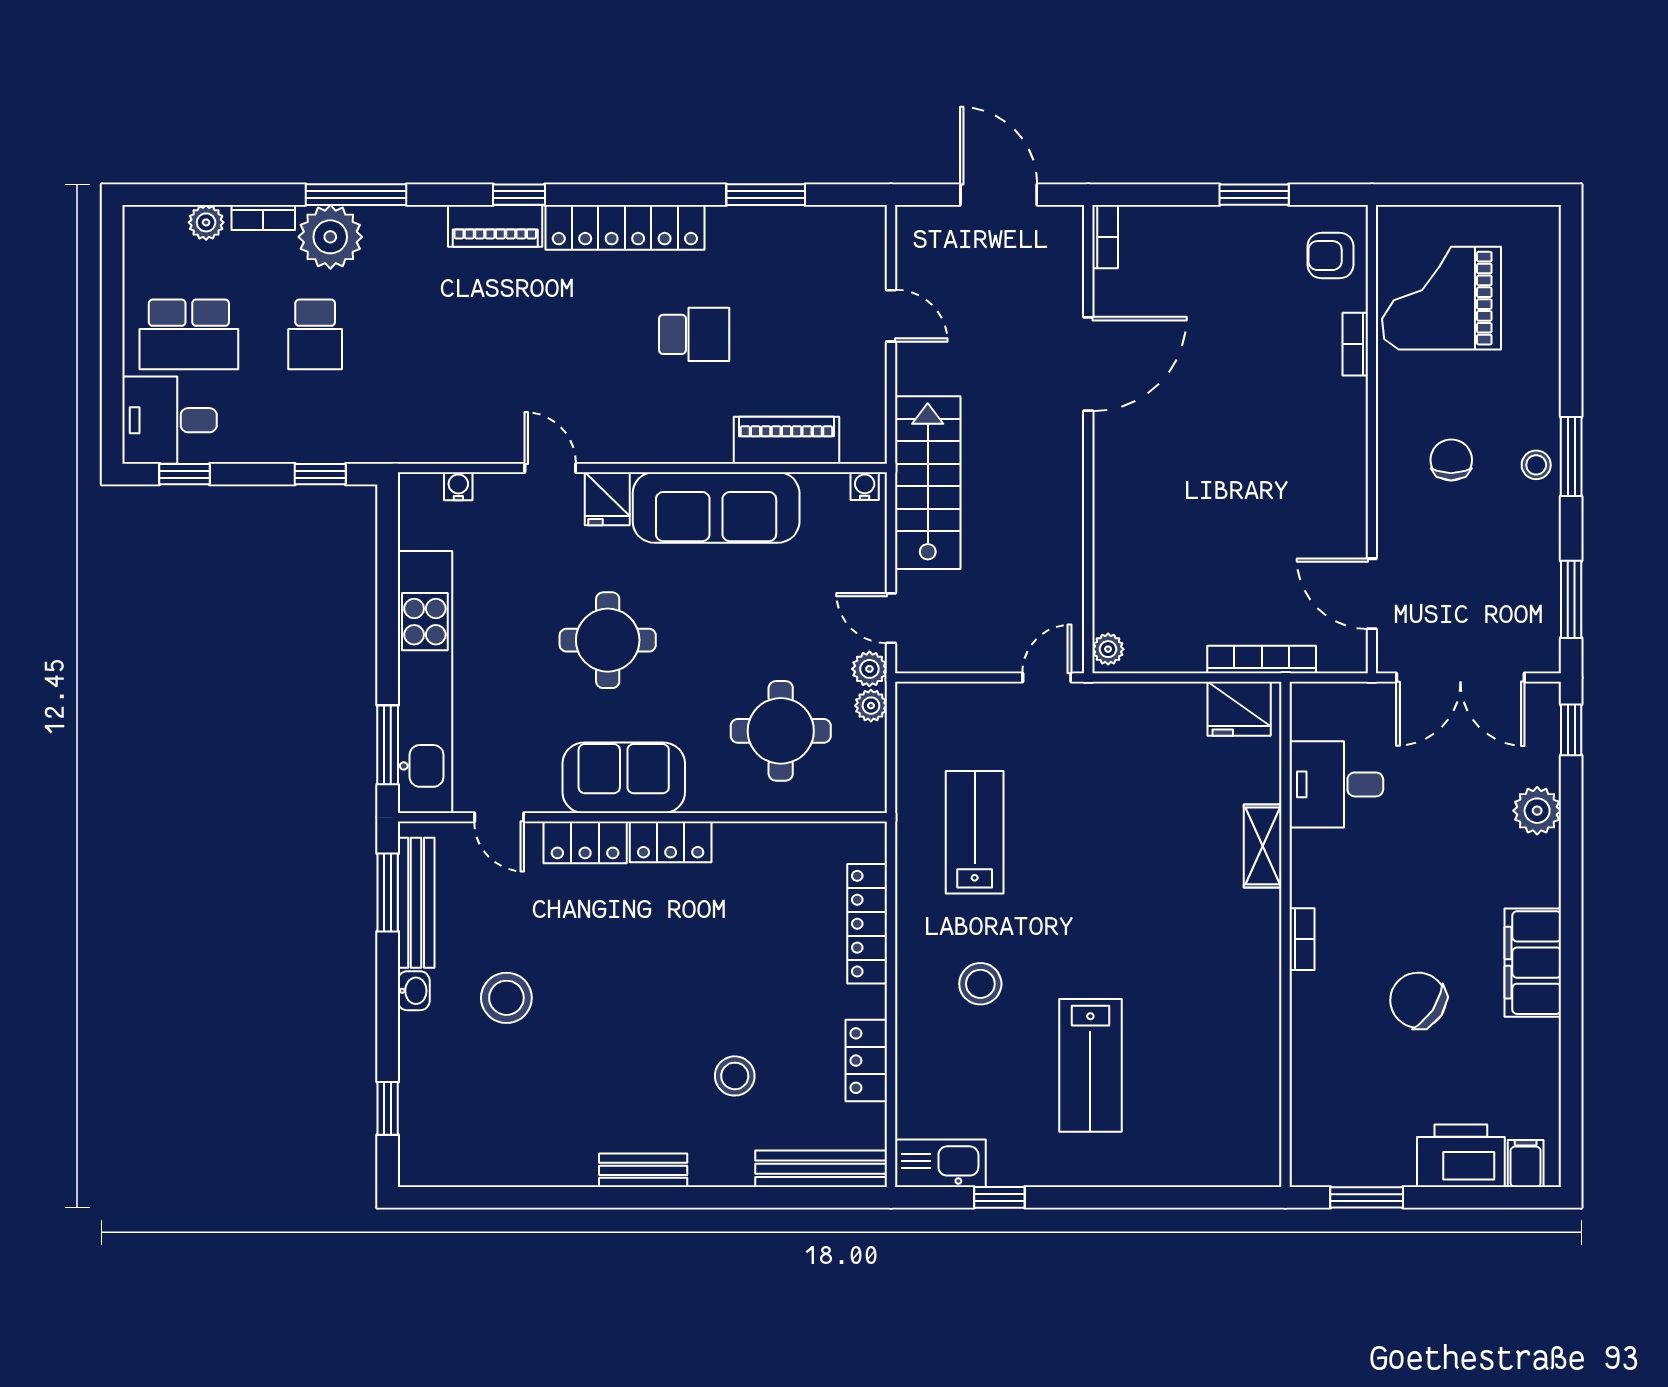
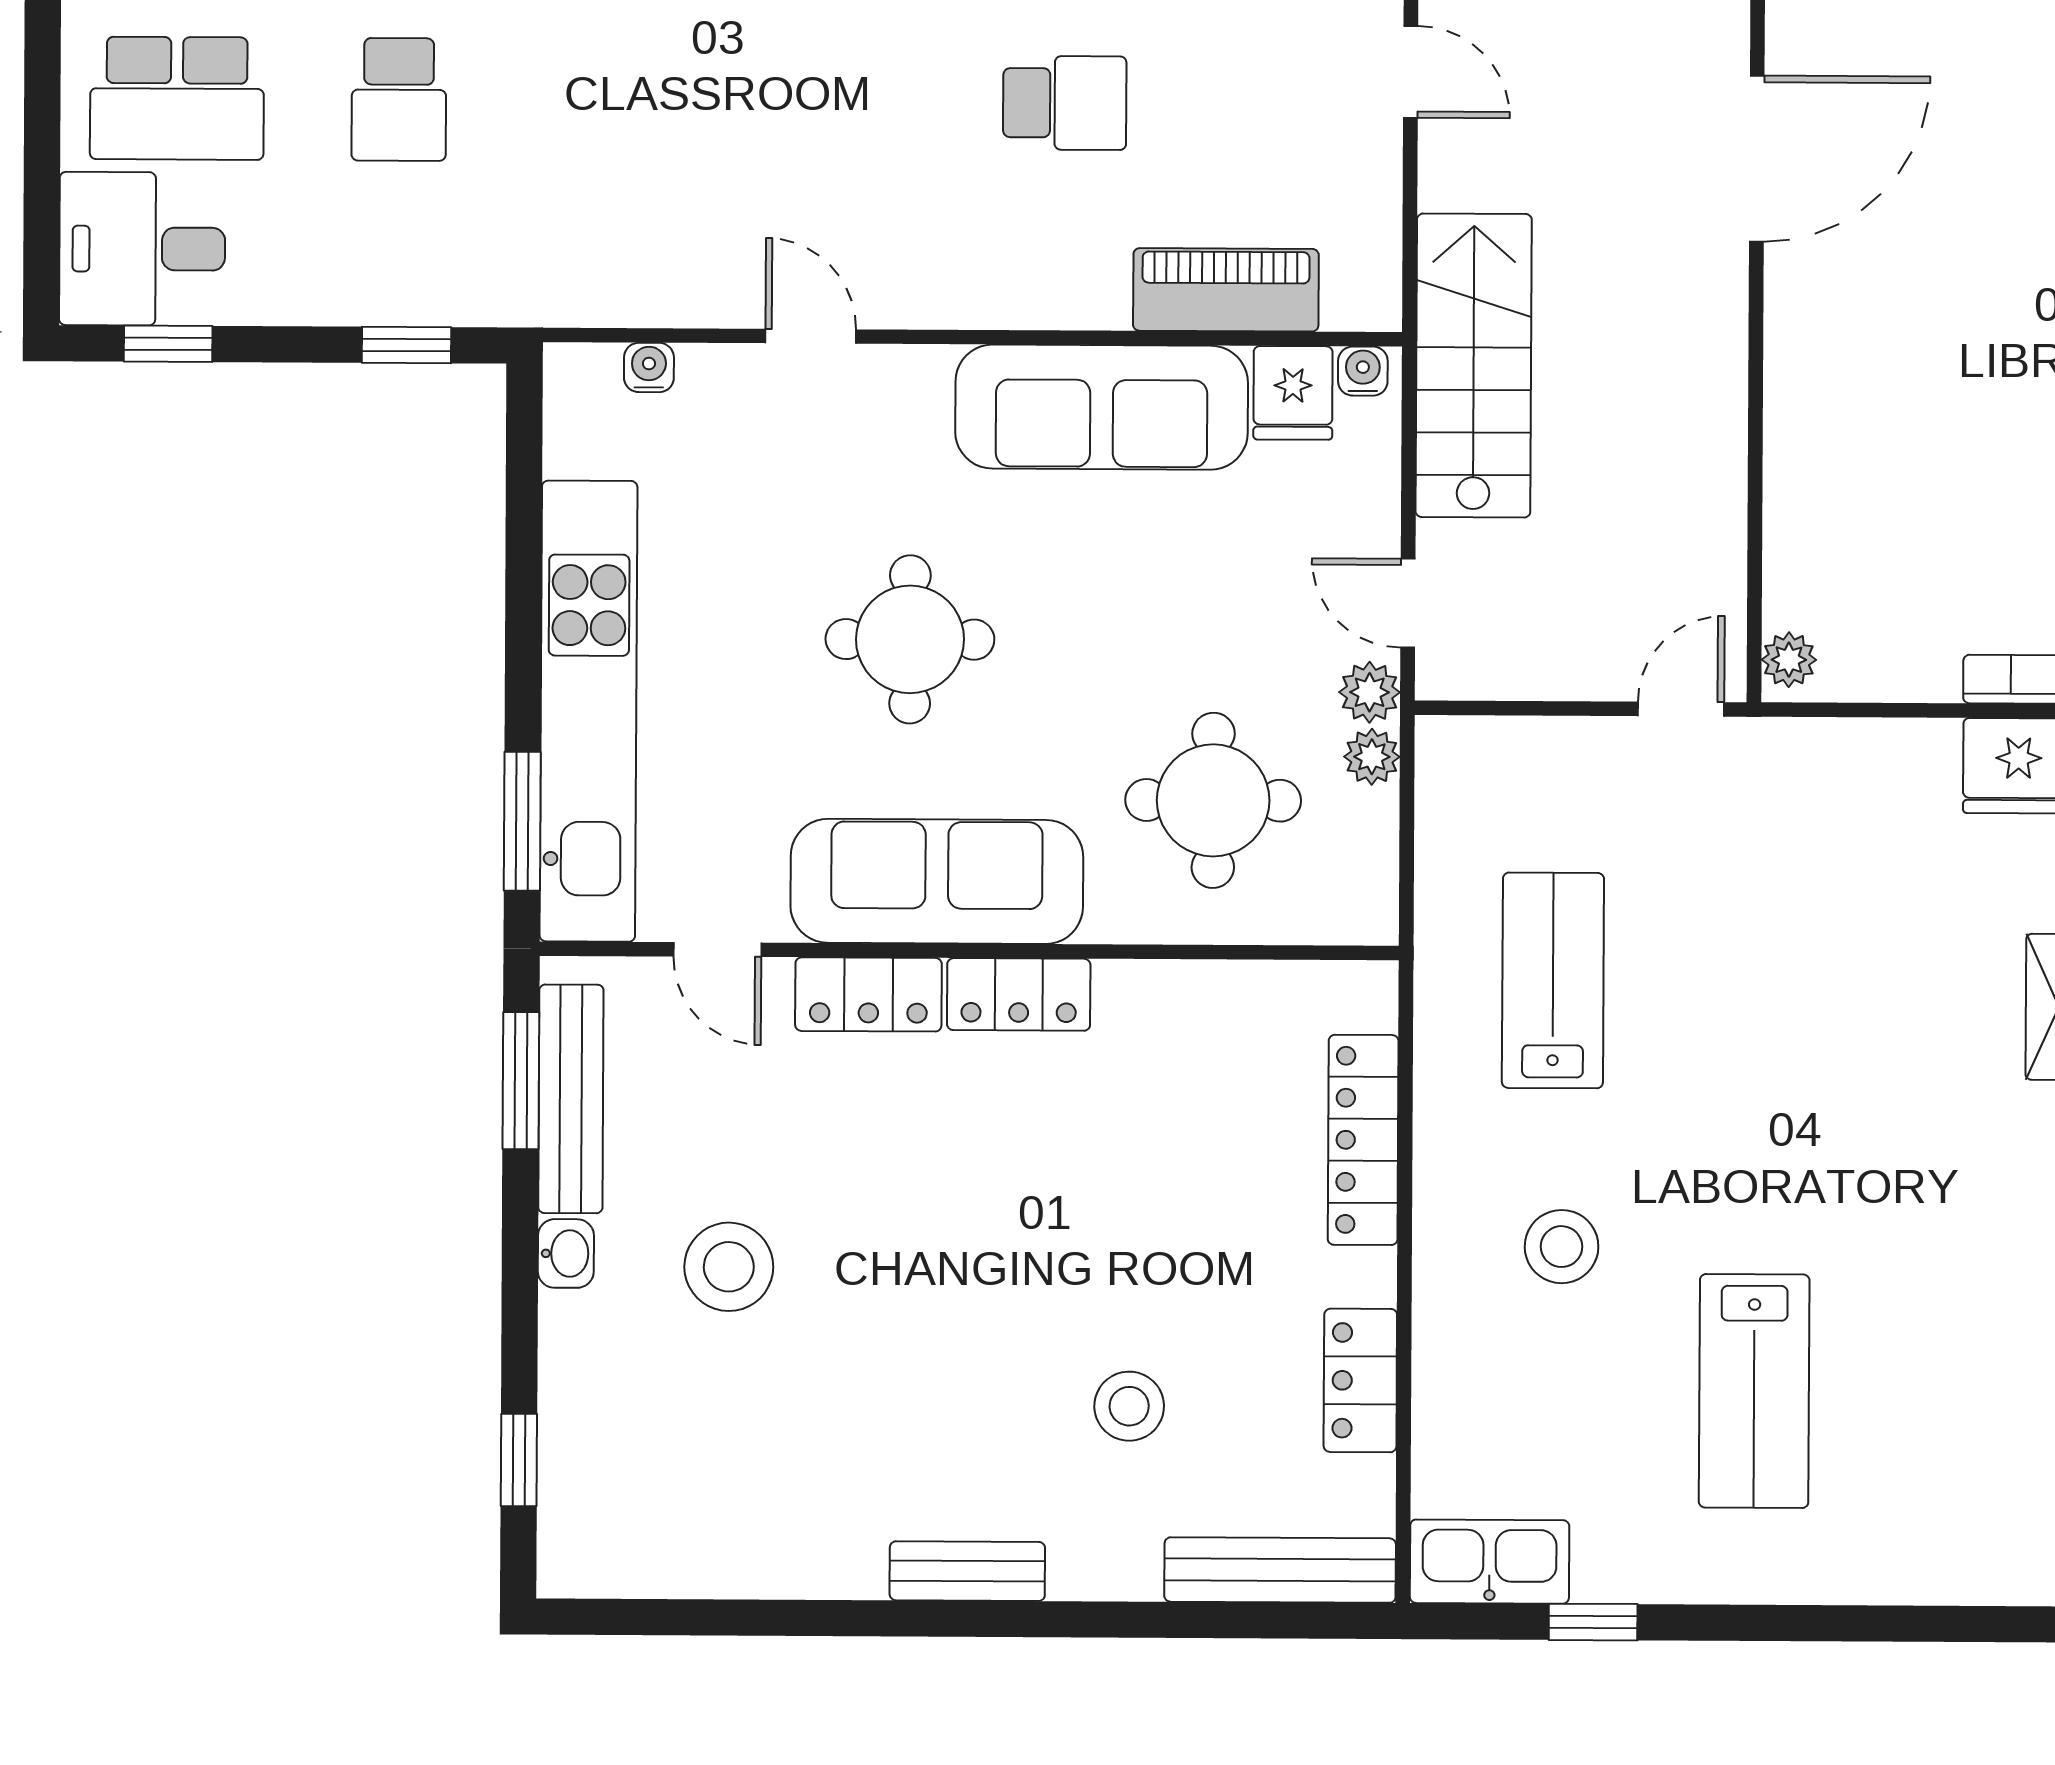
fridge: (607, 499) -> (1293, 393), moved
sofa: (624, 778) -> (937, 881), width x1.36

